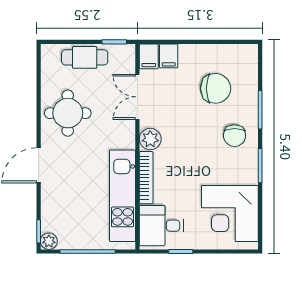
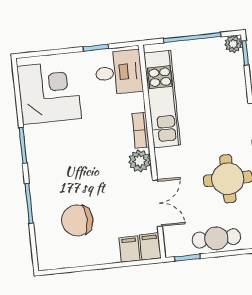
chair: (235, 136) -> (53, 174), removed
bookcase: (146, 178) -> (141, 130), width x0.64

